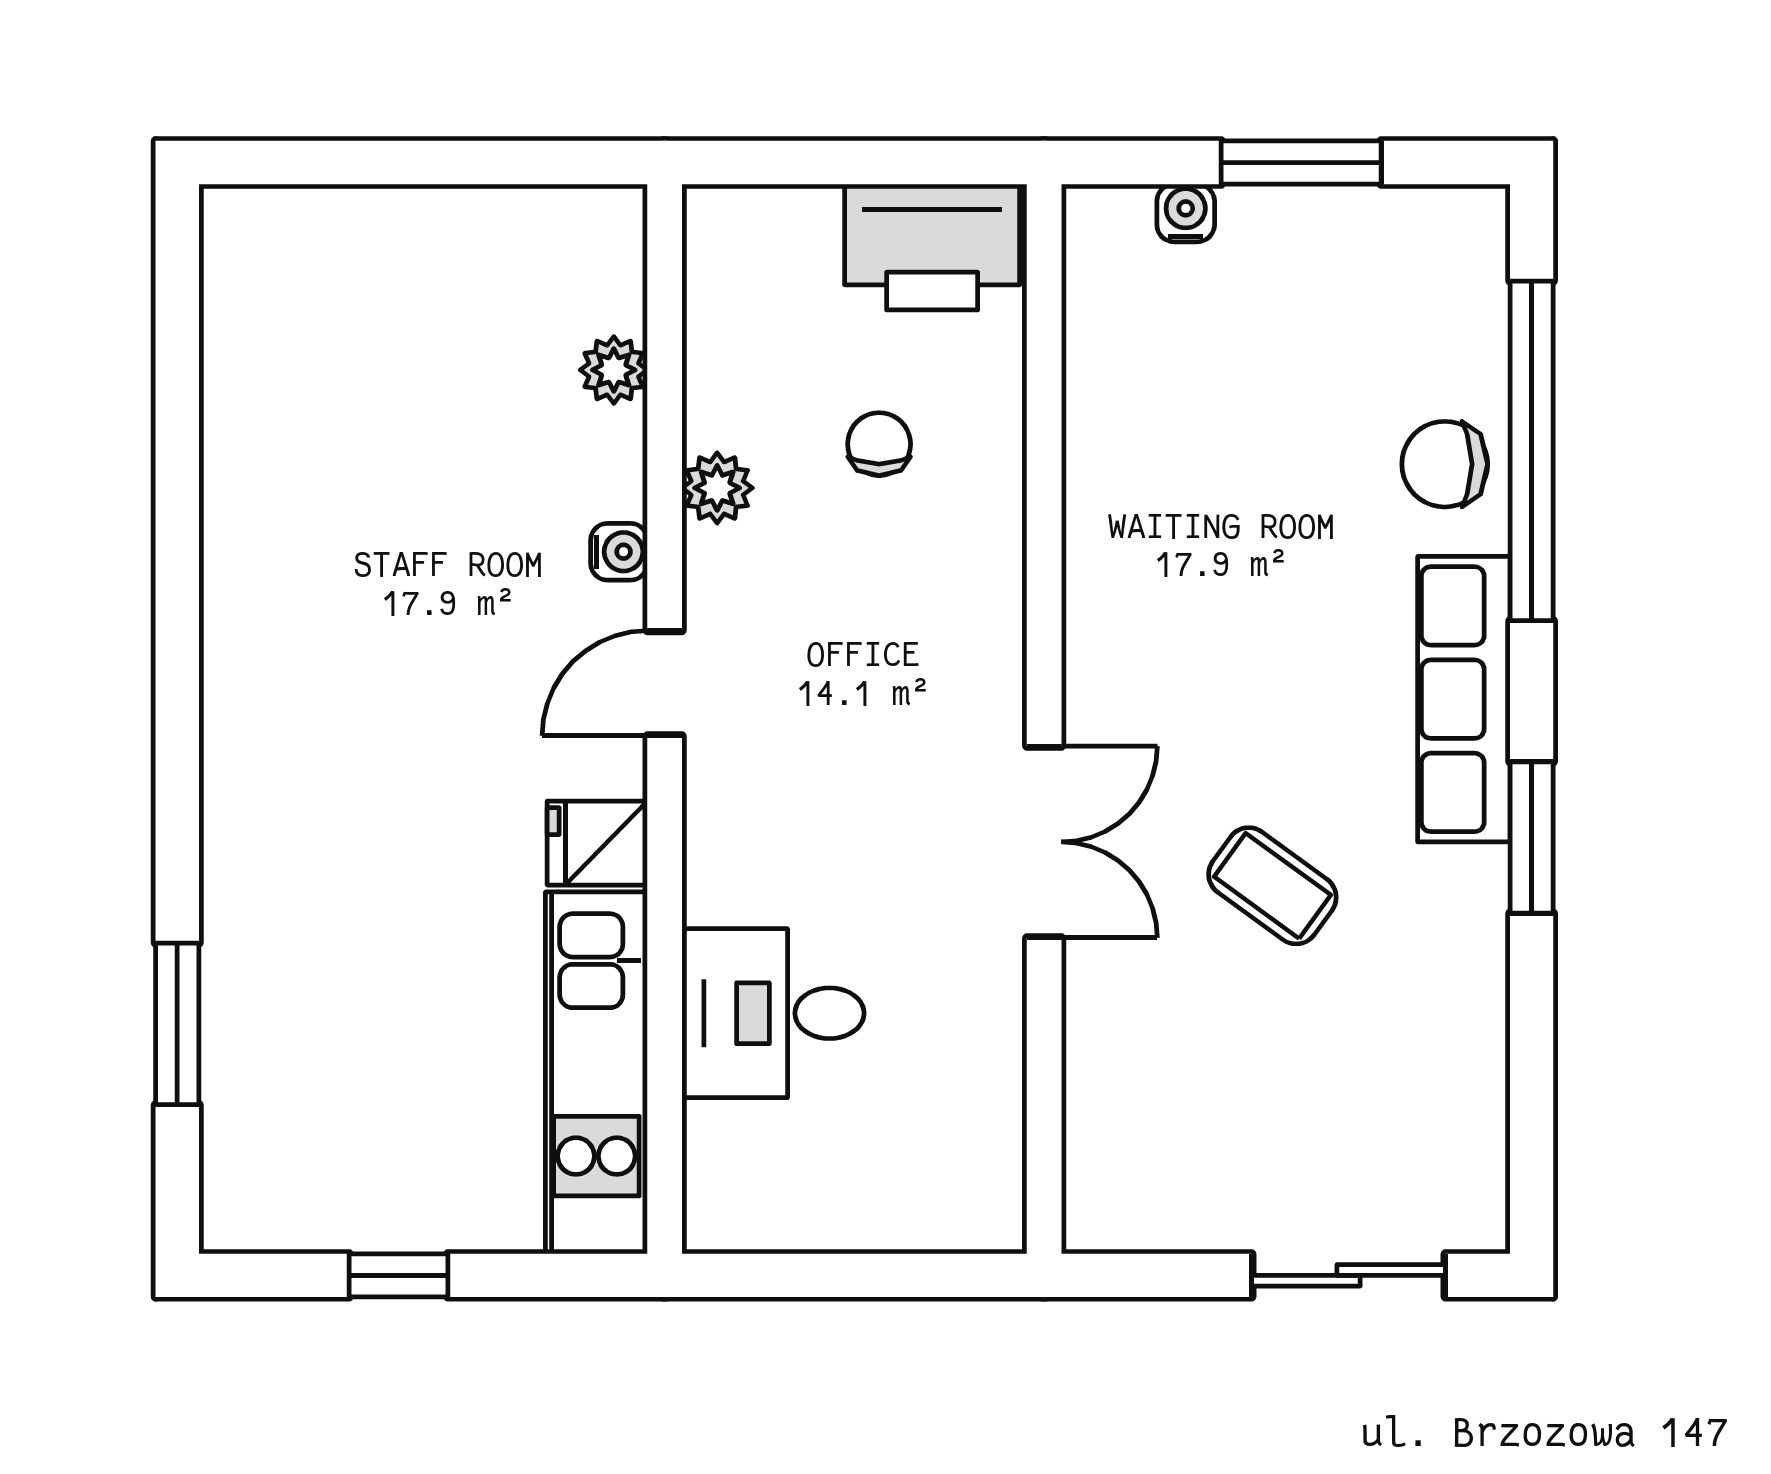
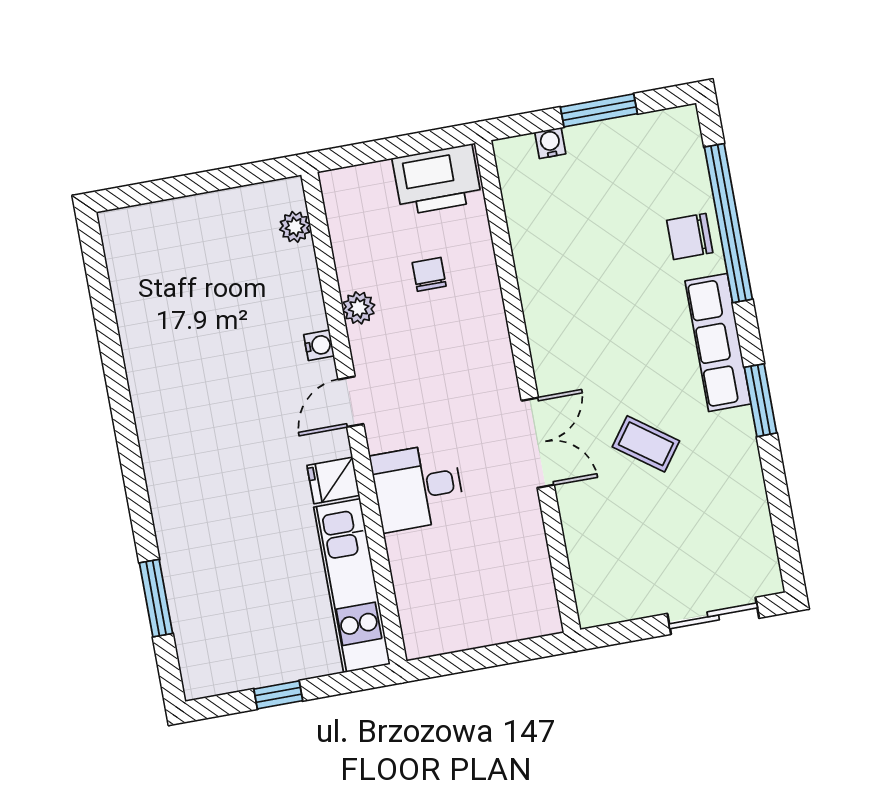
plant: (614, 370) -> (295, 227), moved
desk: (773, 1013) -> (418, 487), moved

